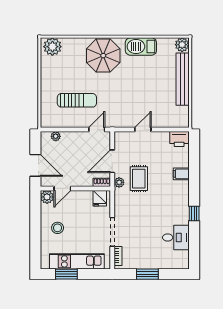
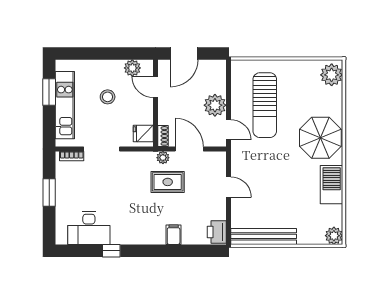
bench: (183, 79) -> (264, 236), moved
sun lounger: (77, 100) -> (265, 105), width x1.36, depth x1.34
plant: (56, 136) -> (215, 105), moved, width x1.88, depth x1.88
plant: (47, 197) -> (132, 68), moved
window: (194, 214) -> (111, 251), moved
stool: (58, 228) -> (108, 97), moved
desk: (176, 237) -> (89, 228), width x1.37

